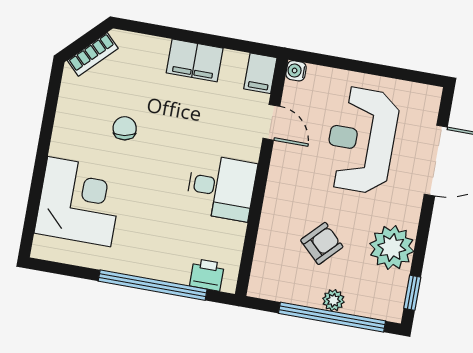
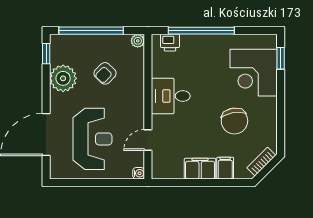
filing cabinet: (260, 73) -> (225, 168), moved
door: (271, 122) -> (148, 140), hinge flipped
chair: (125, 128) -> (234, 121), width x1.87, depth x1.87
window: (31, 217) -> (281, 58), added
plant: (333, 300) -> (138, 41), moved

